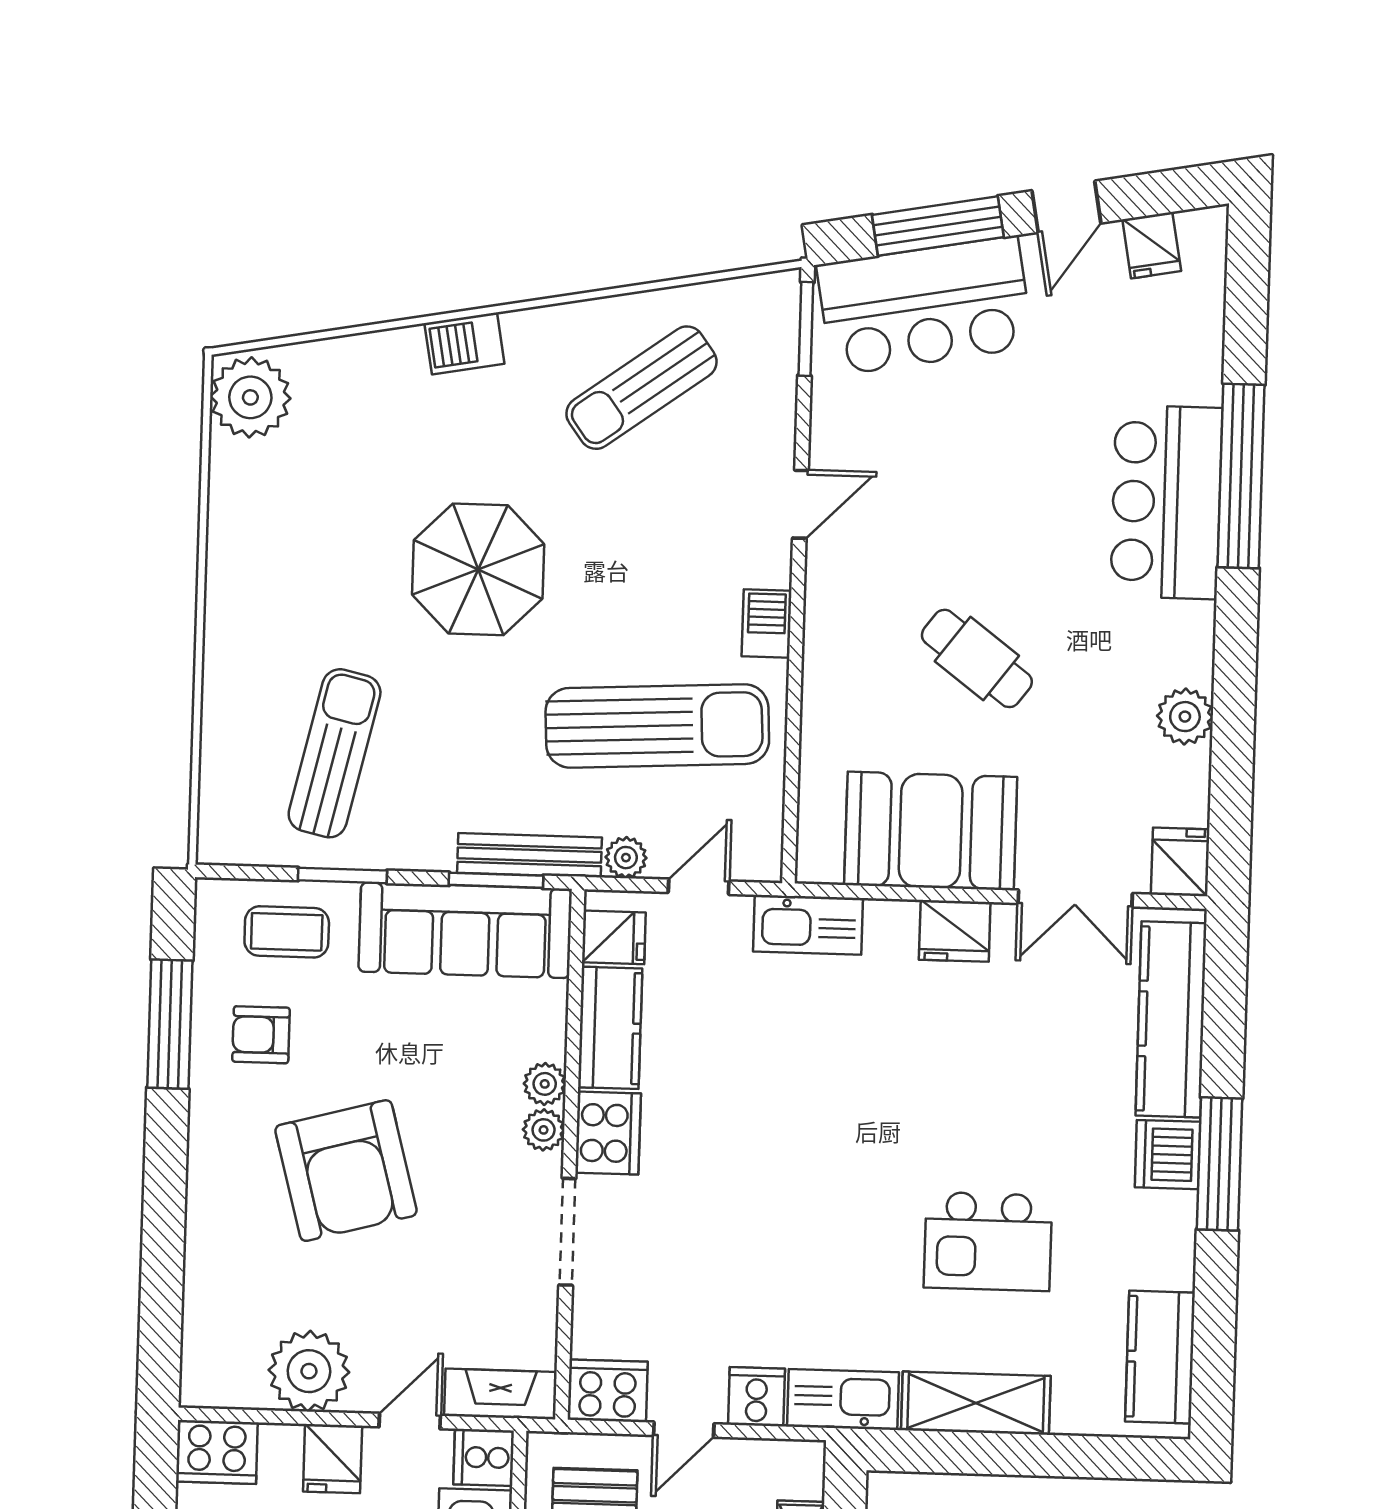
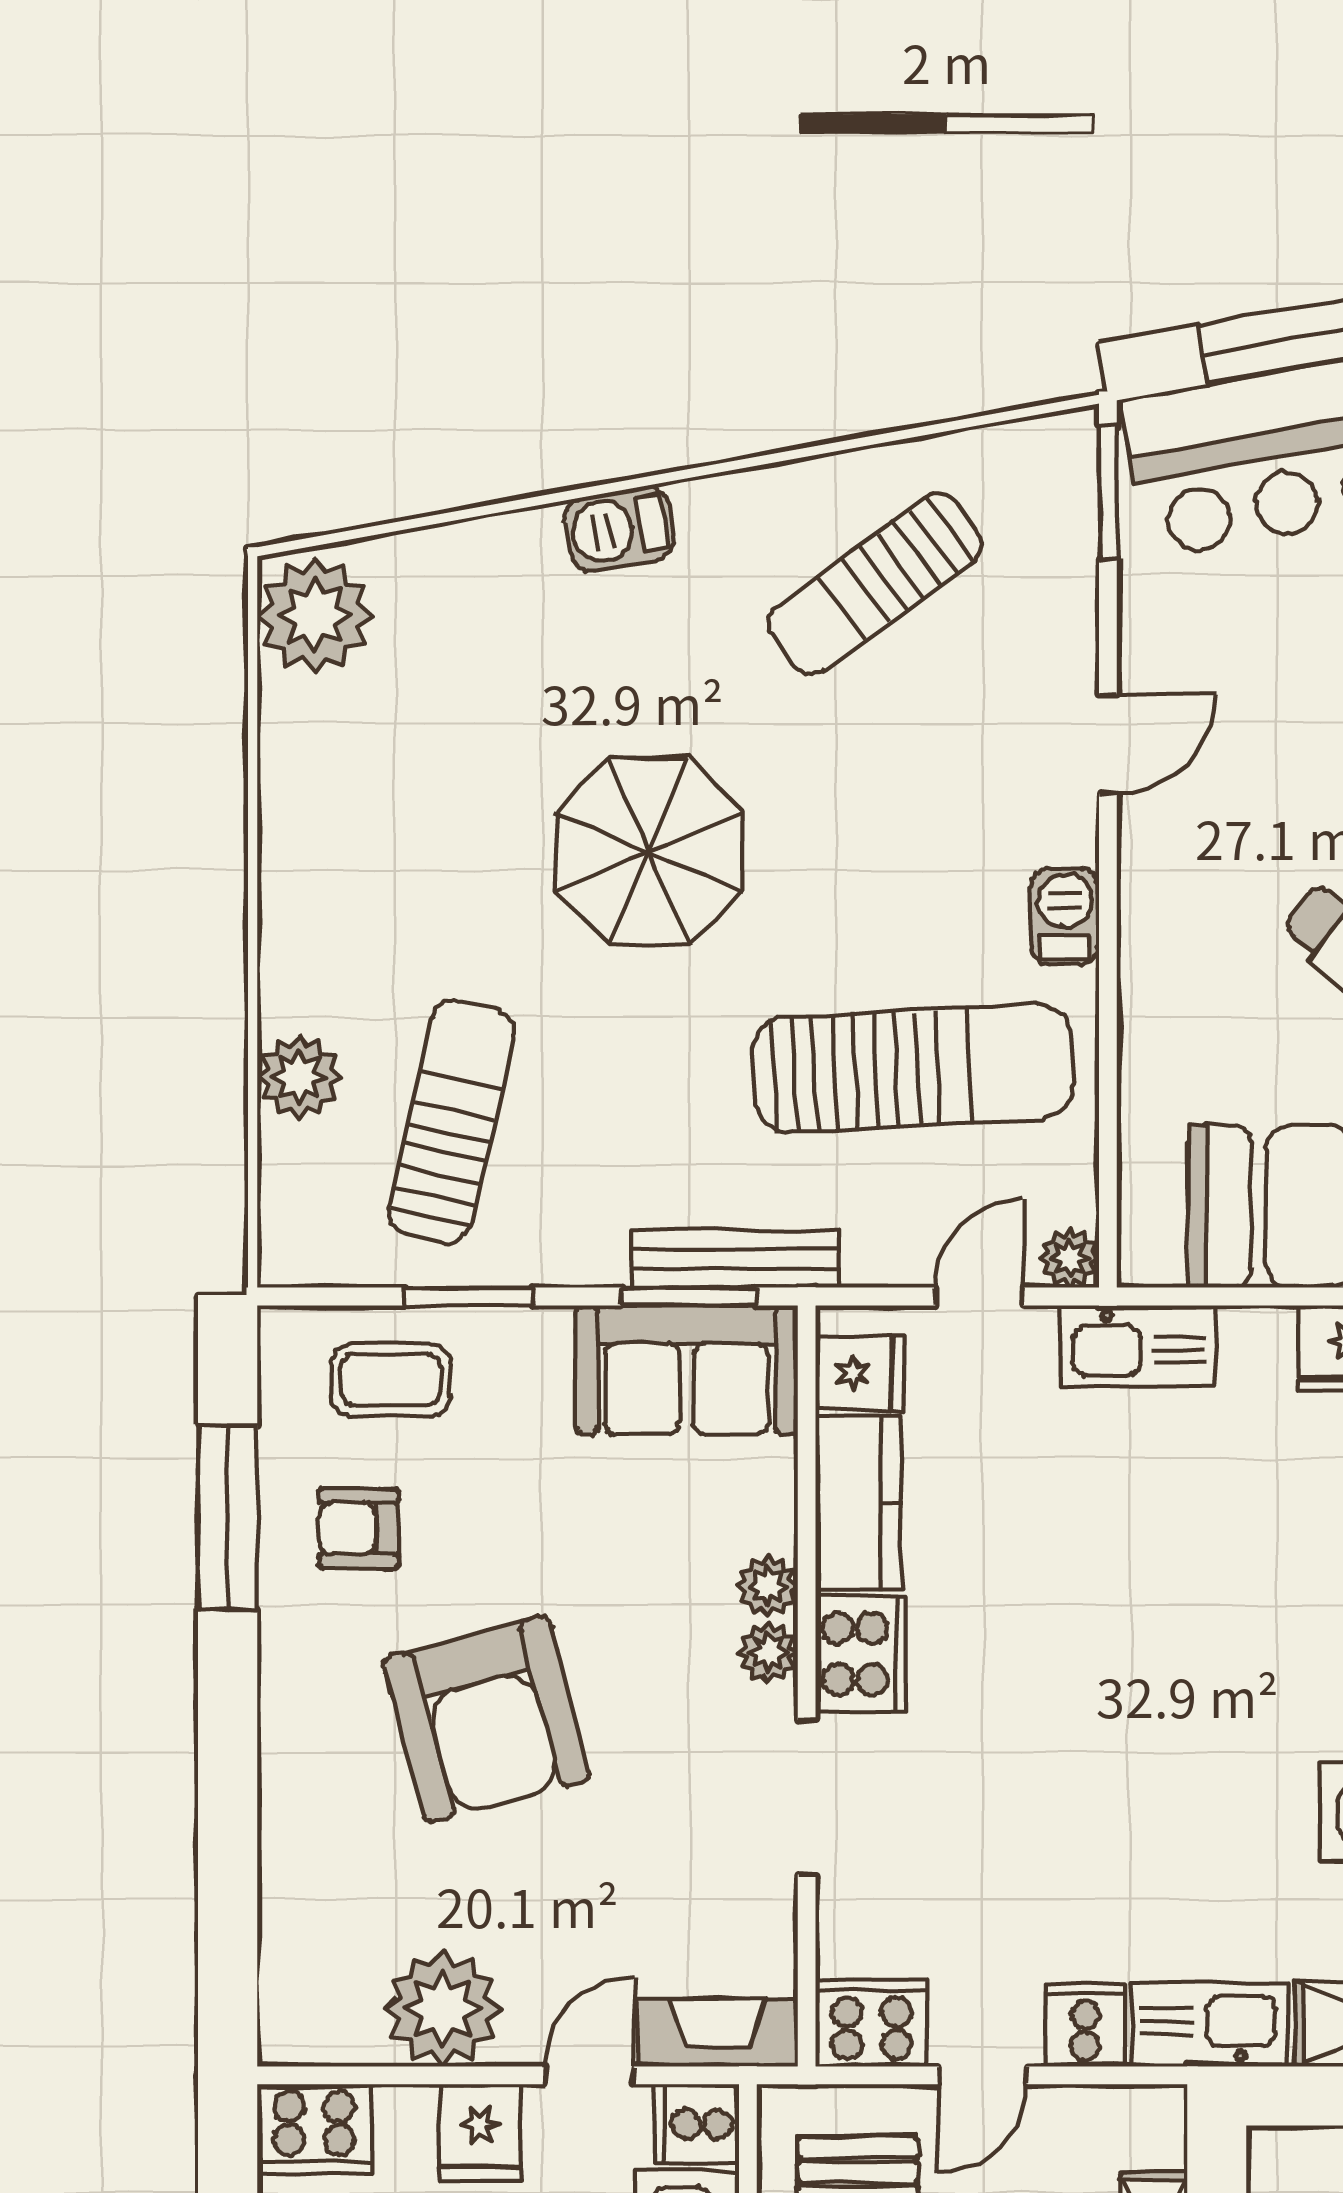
plant: (229, 719) -> (299, 1077), added
plant: (626, 858) -> (1069, 1258), moved
sofa: (465, 930) -> (687, 1370), width x0.73

